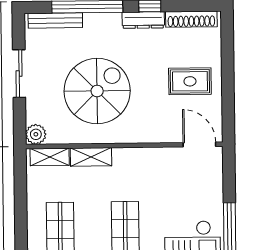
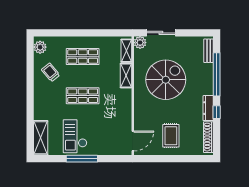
bench: (55, 20) -> (209, 51), width x0.73
sliding door: (19, 74) -> (161, 33), moved
spiral stairs: (97, 91) -> (166, 80), turned -90

